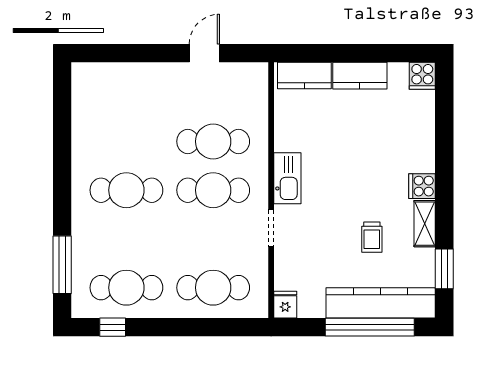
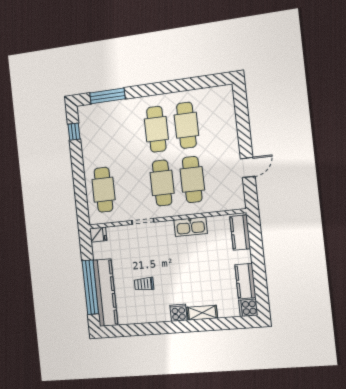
door: (204, 53) -> (248, 167), hinge flipped
kitchen counter: (360, 76) -> (245, 281), moved
kitchen sink: (287, 178) -> (191, 227), moved
shelving: (425, 224) -> (202, 313), moved
window: (444, 269) -> (130, 330), removed
cafe table: (126, 288) -> (186, 125), moved

